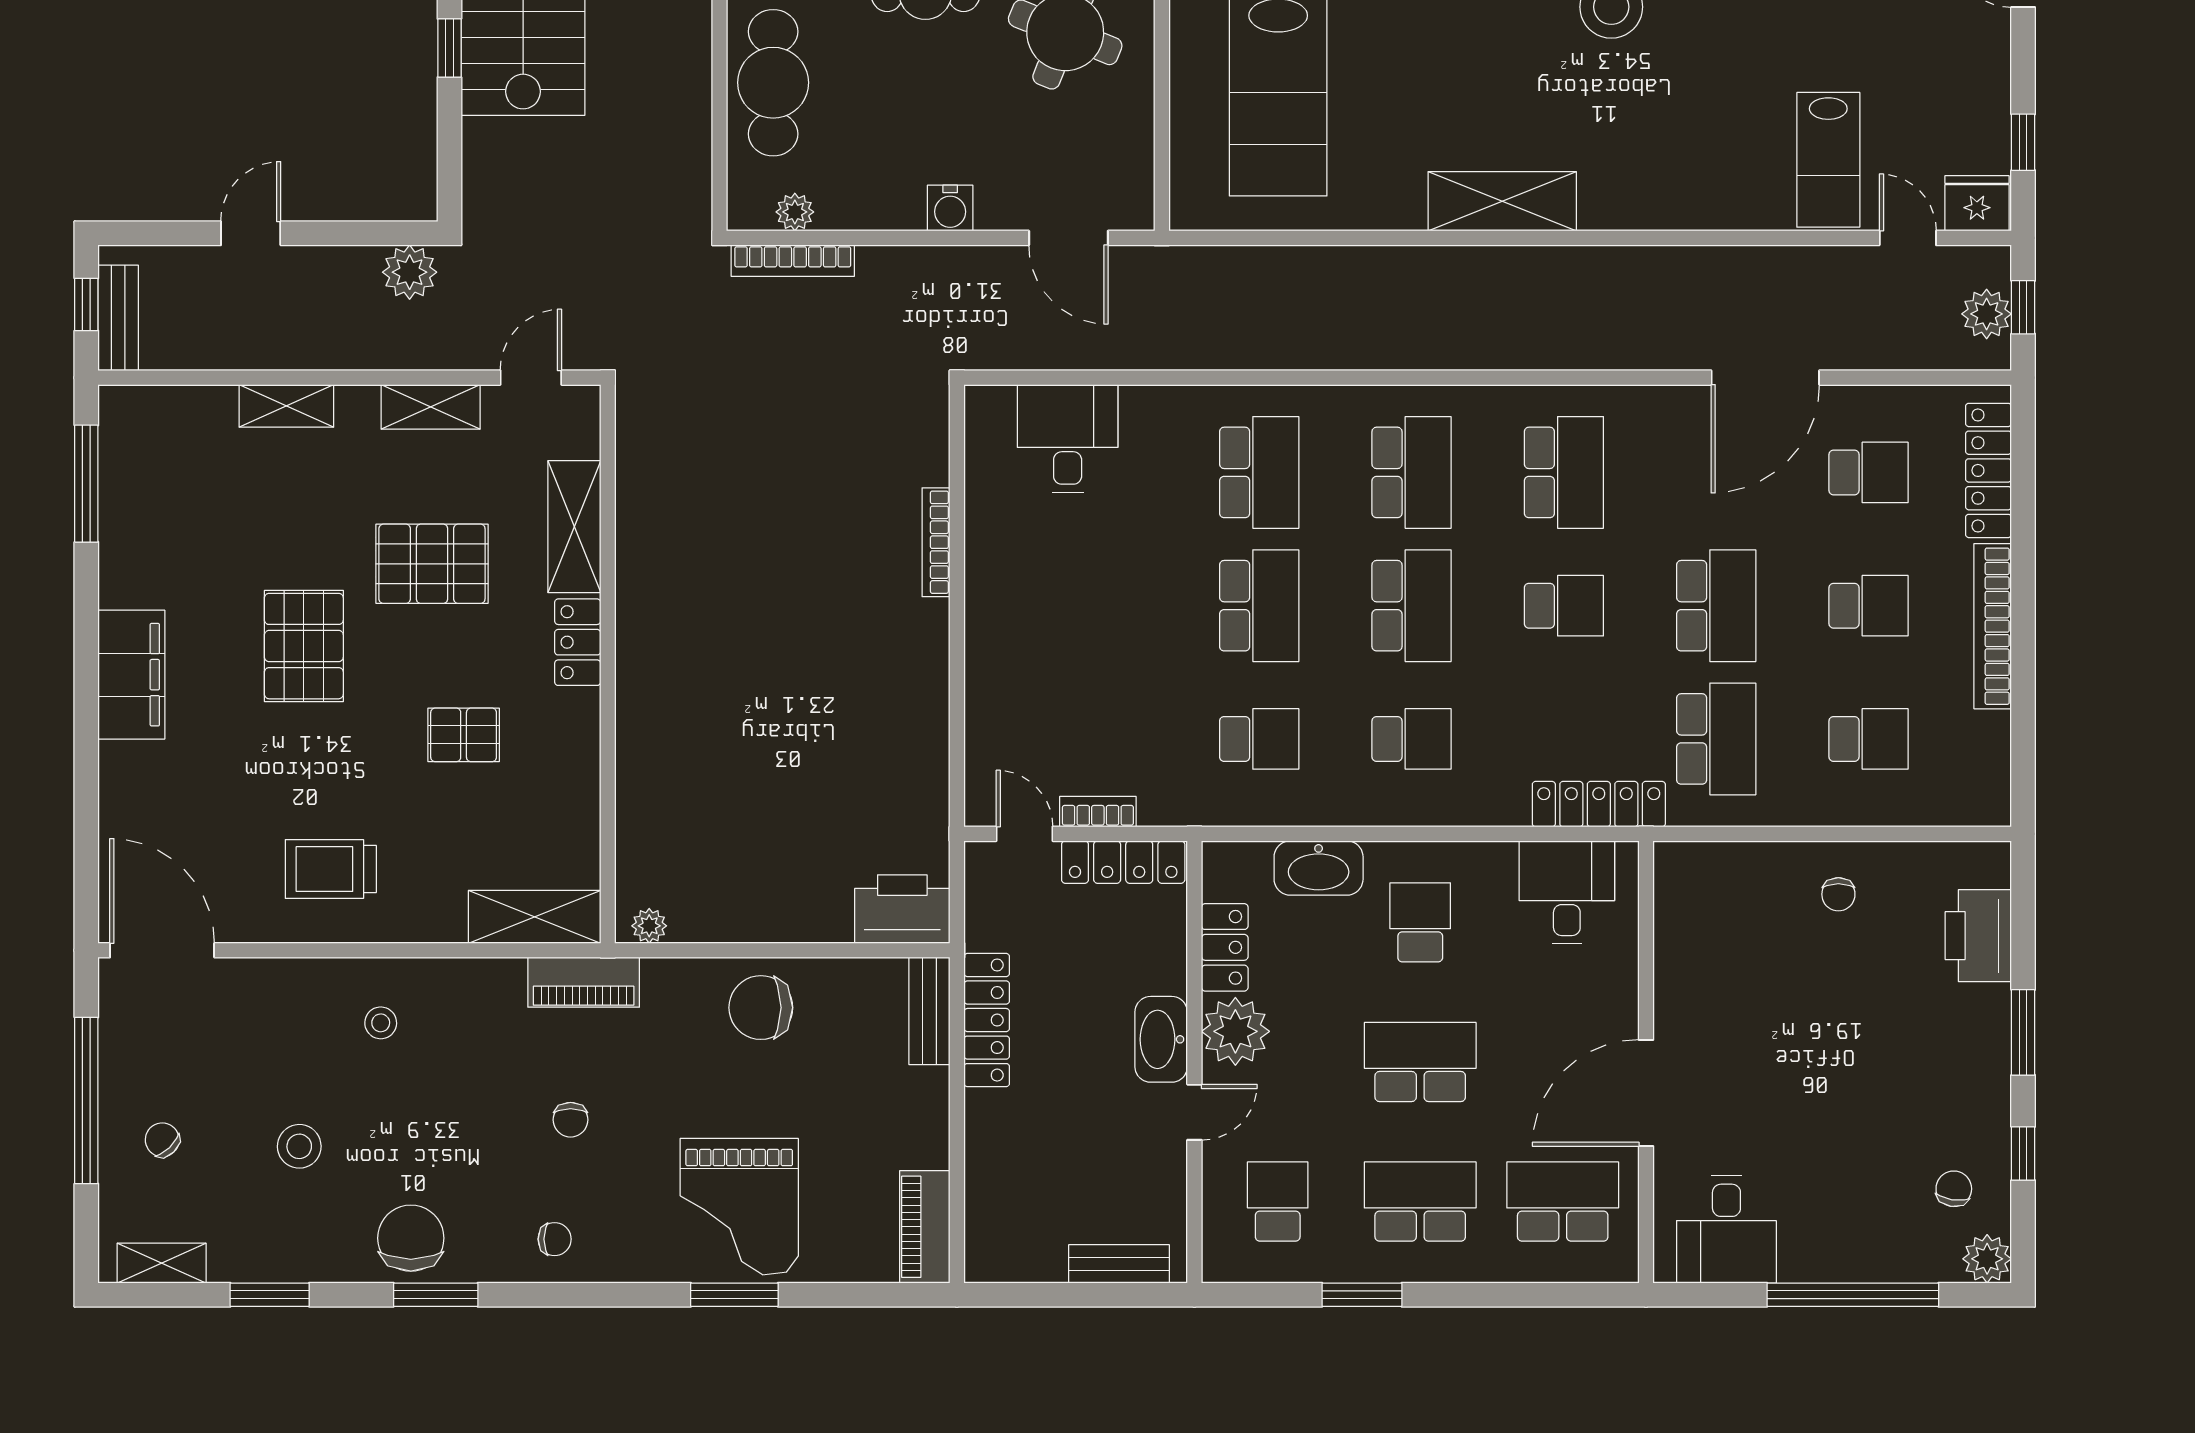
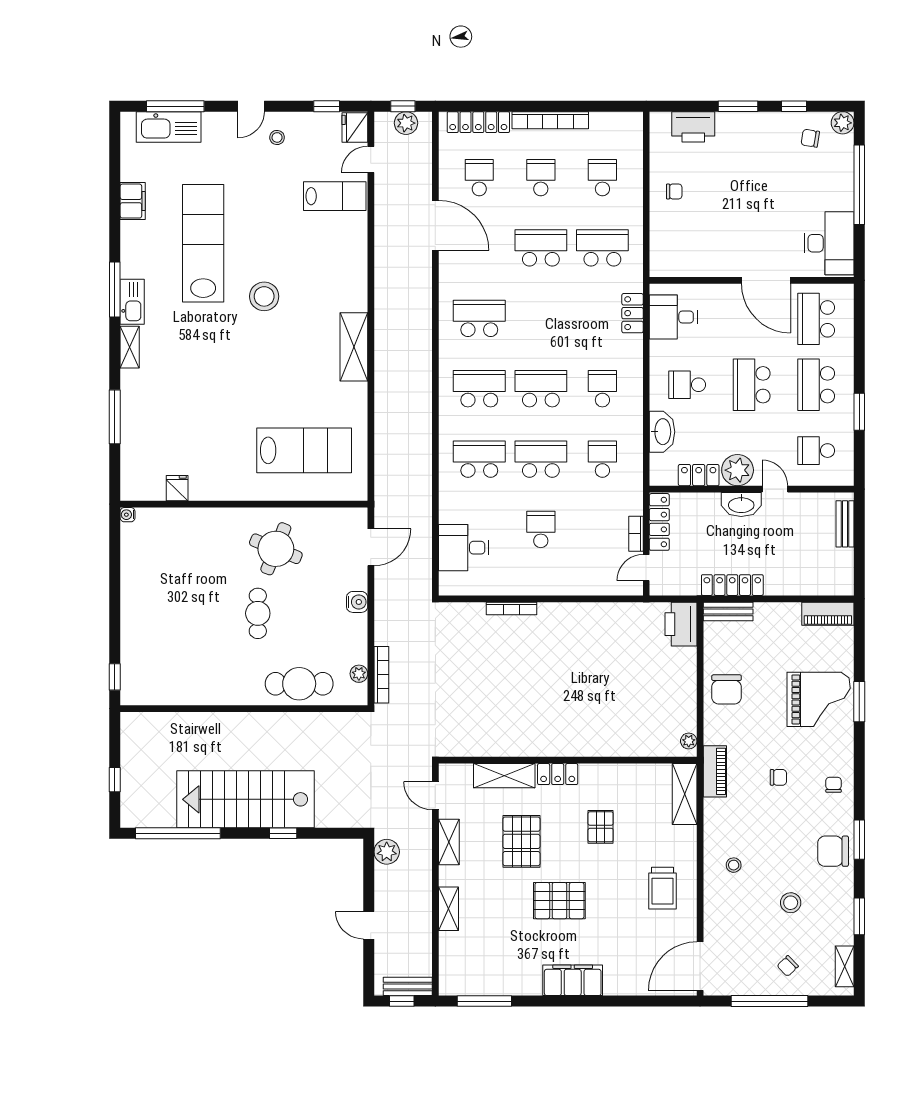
stool: (1955, 35) -> (277, 137), added
school desk: (1564, 606) -> (541, 530), moved
locker: (1599, 804) -> (633, 313), width x0.66
desk: (1726, 1229) -> (829, 243), width x1.37

